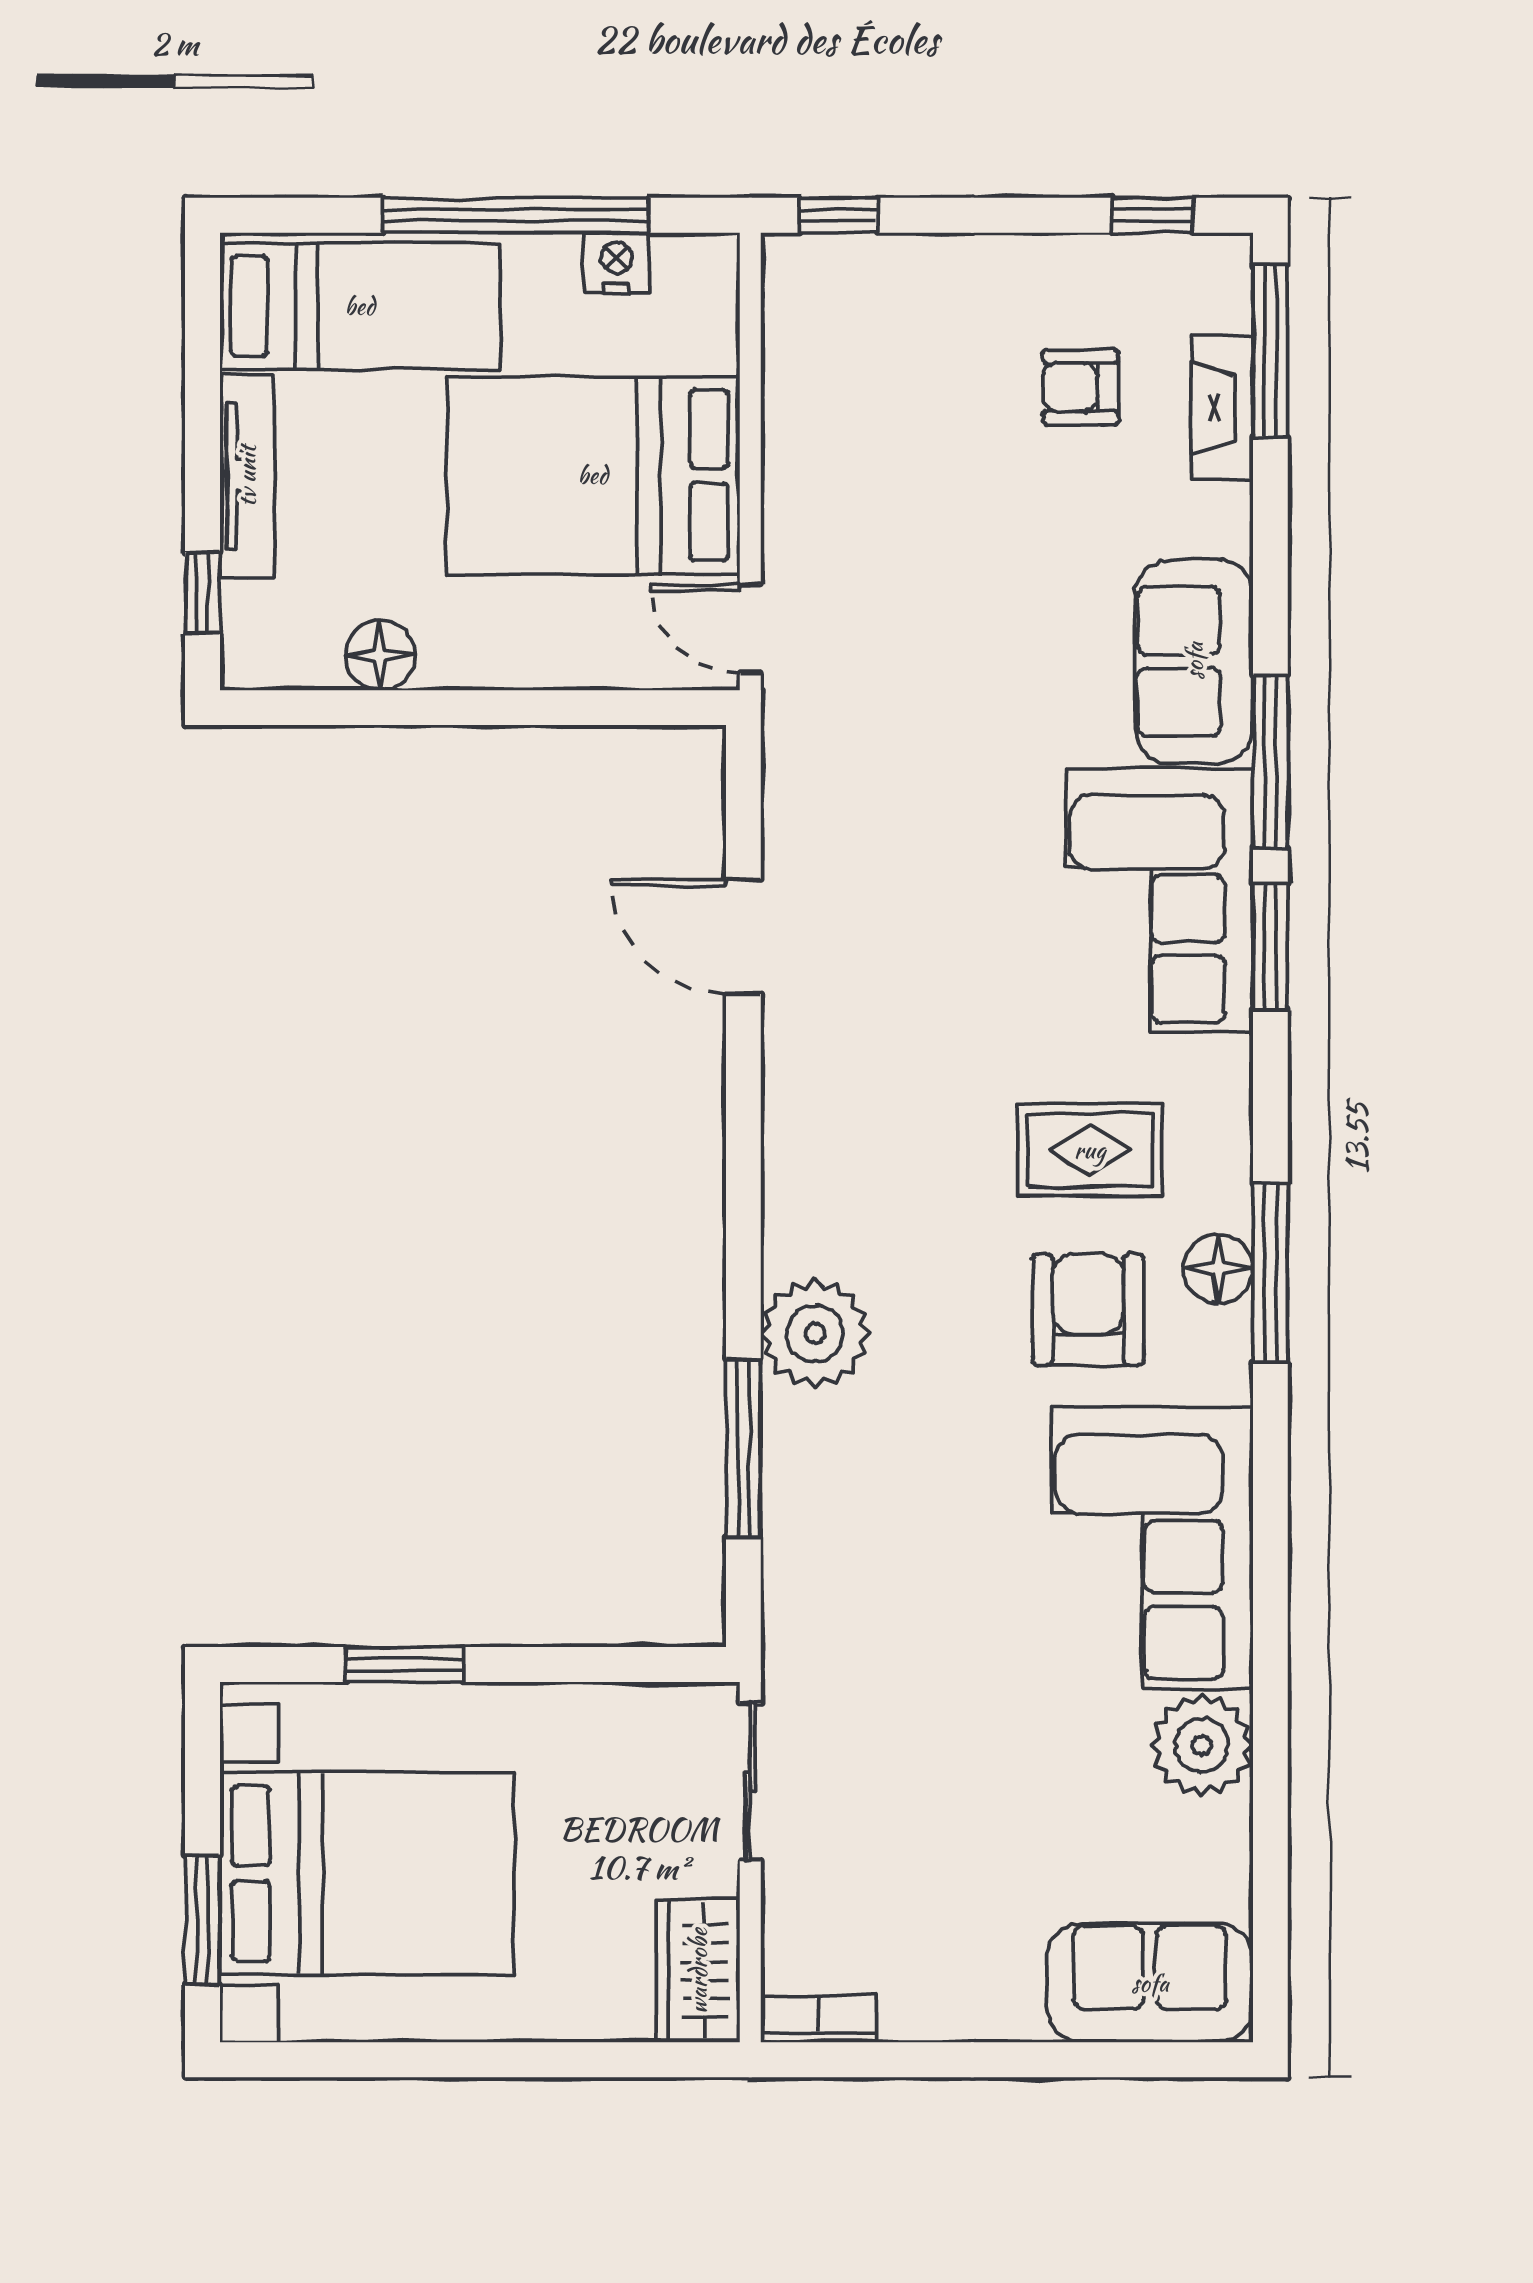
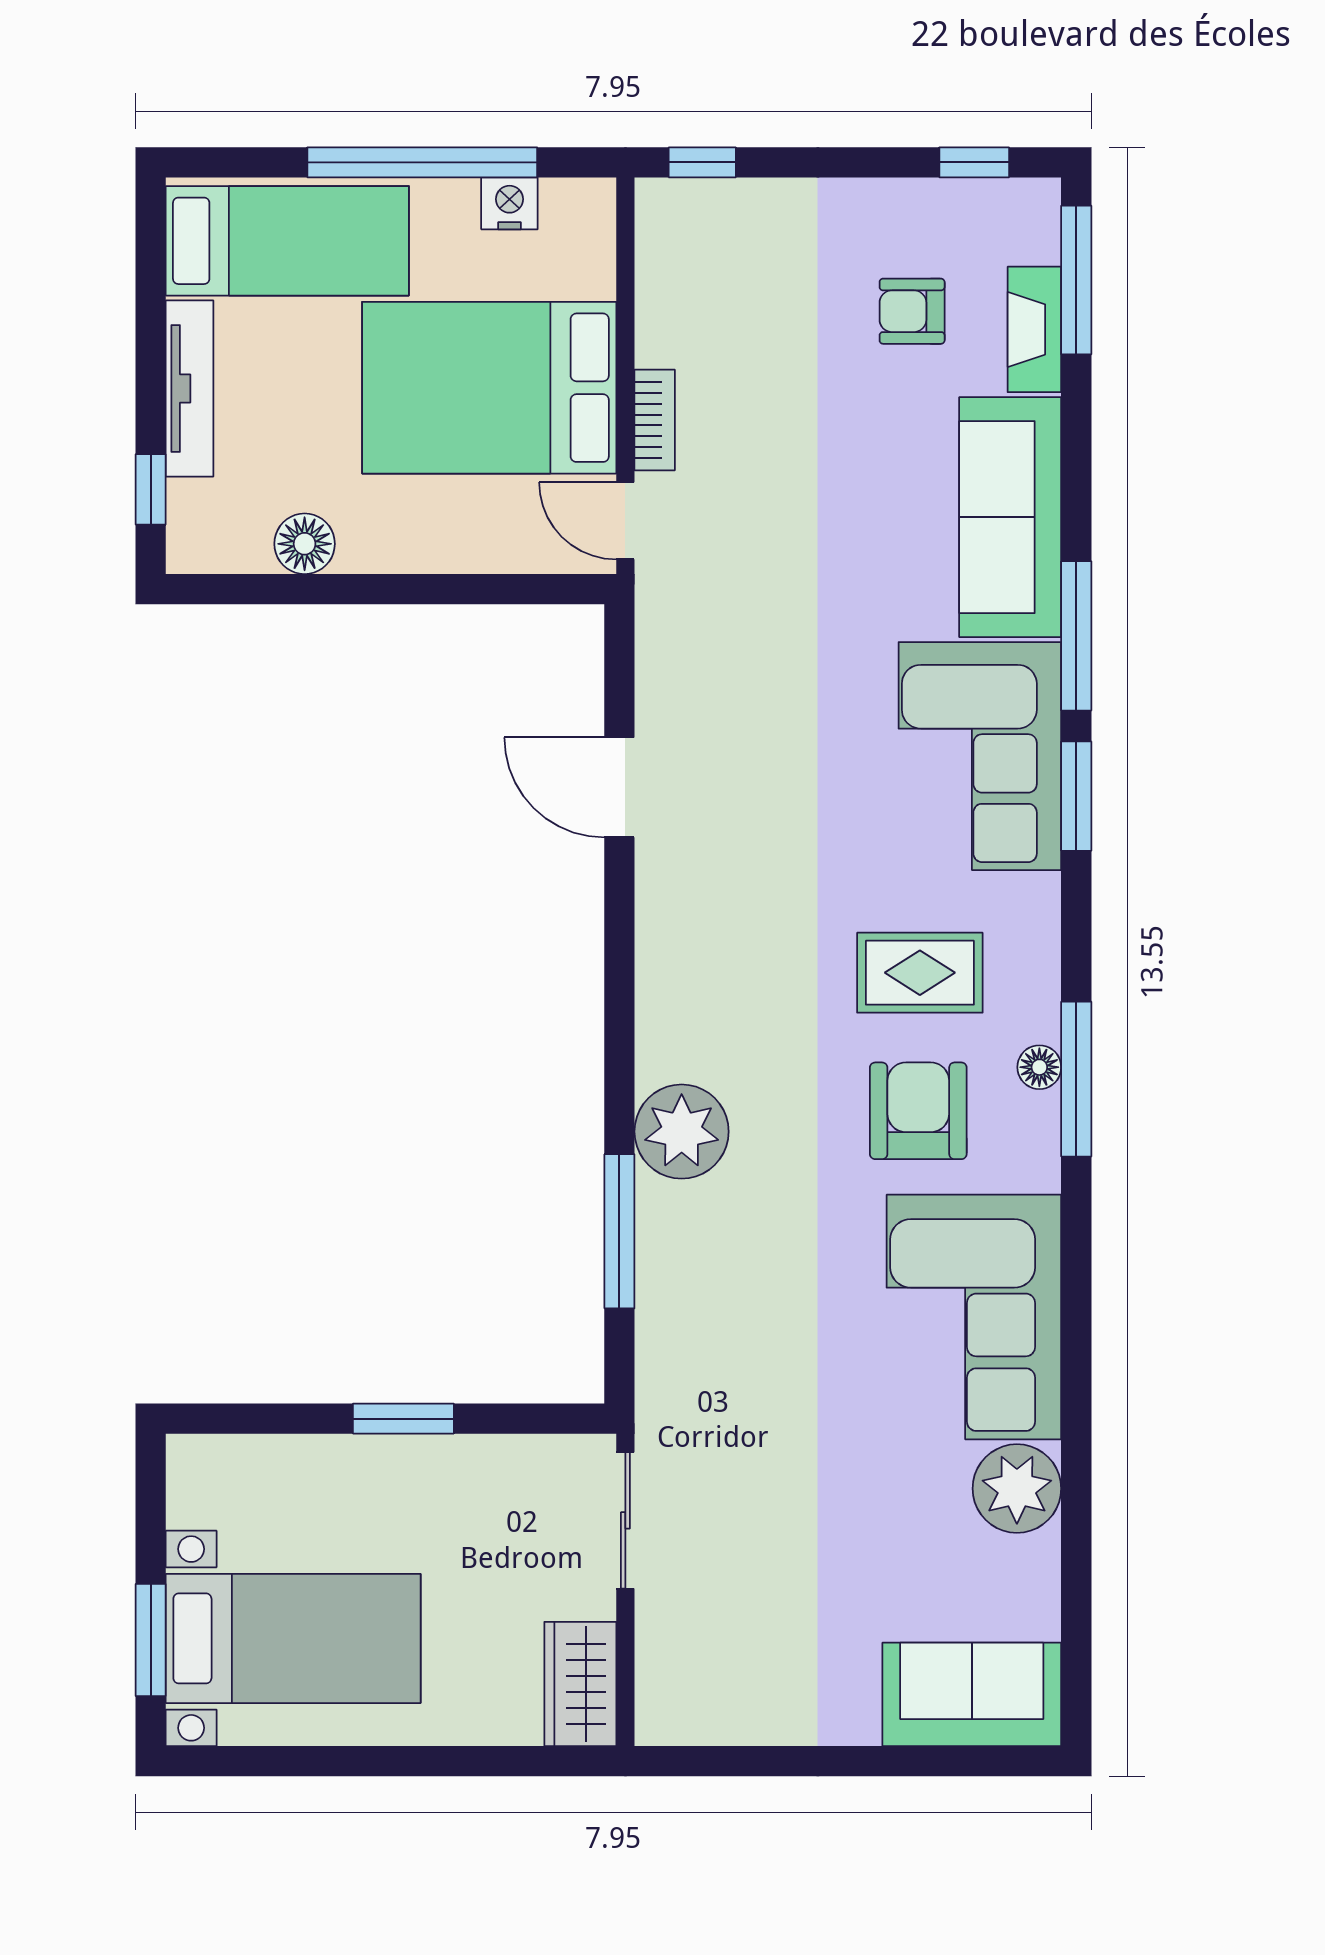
sofa: (1194, 661) -> (1010, 517), width x1.36
floor lamp: (1218, 1269) -> (1039, 1067), width x0.73, depth x0.73
window: (404, 1665) -> (403, 1419), moved
bed with nightstands: (367, 1873) -> (293, 1638), width x0.73
bookcase: (819, 2019) -> (655, 420), moved, turned 90

